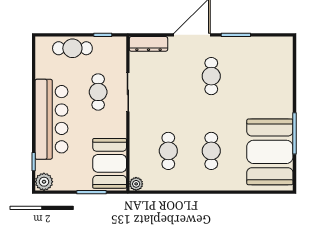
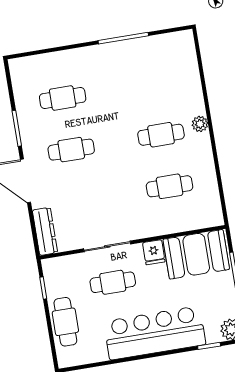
cafe table: (254, 76) -> (63, 98), added
fridge: (117, 129) -> (154, 252), added
booth: (270, 152) -> (150, 64), removed
plant: (136, 184) -> (200, 124), moved

